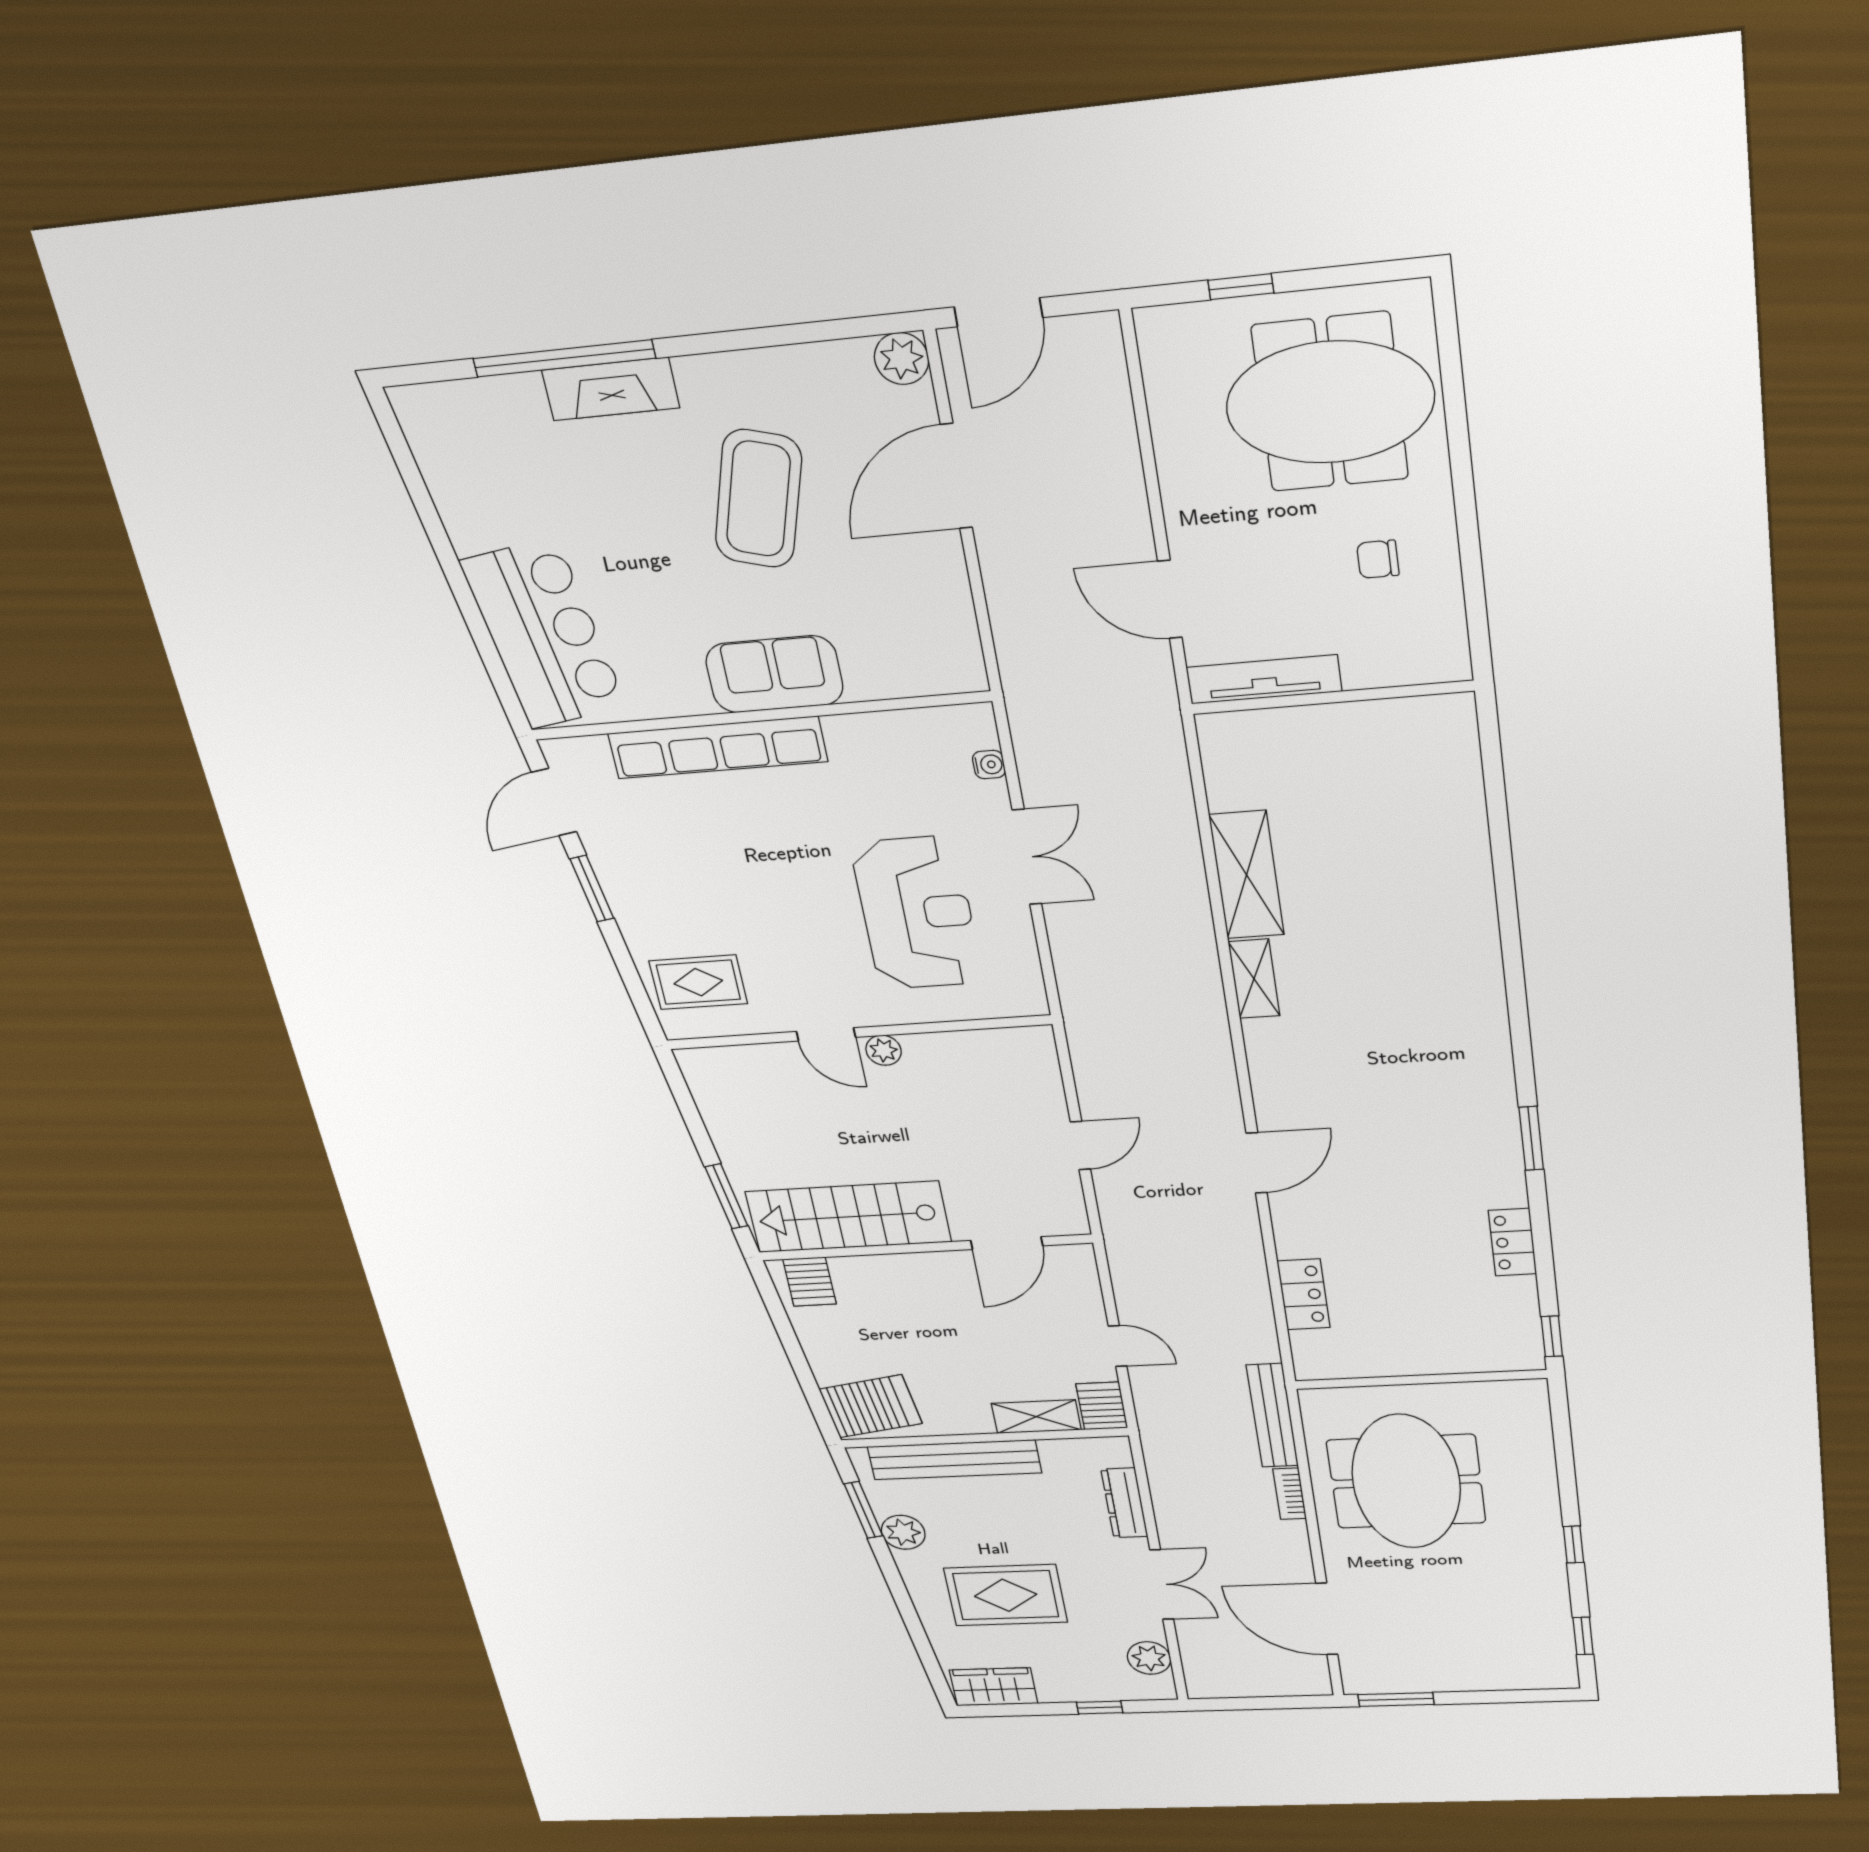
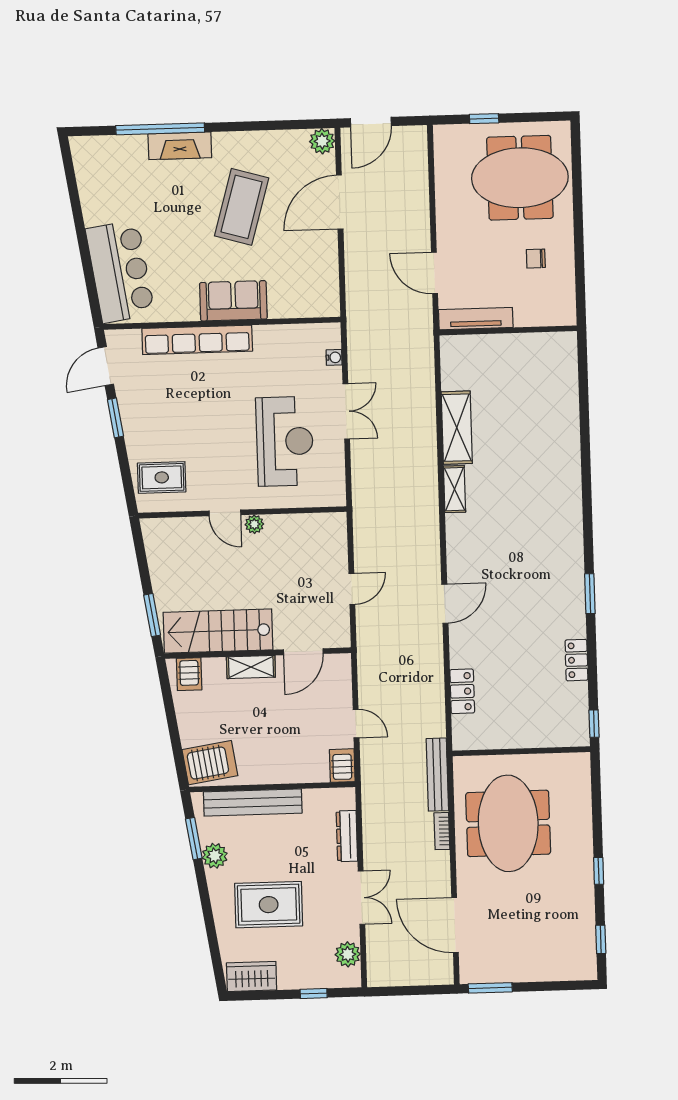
shelving: (1036, 1417) -> (251, 667), moved

